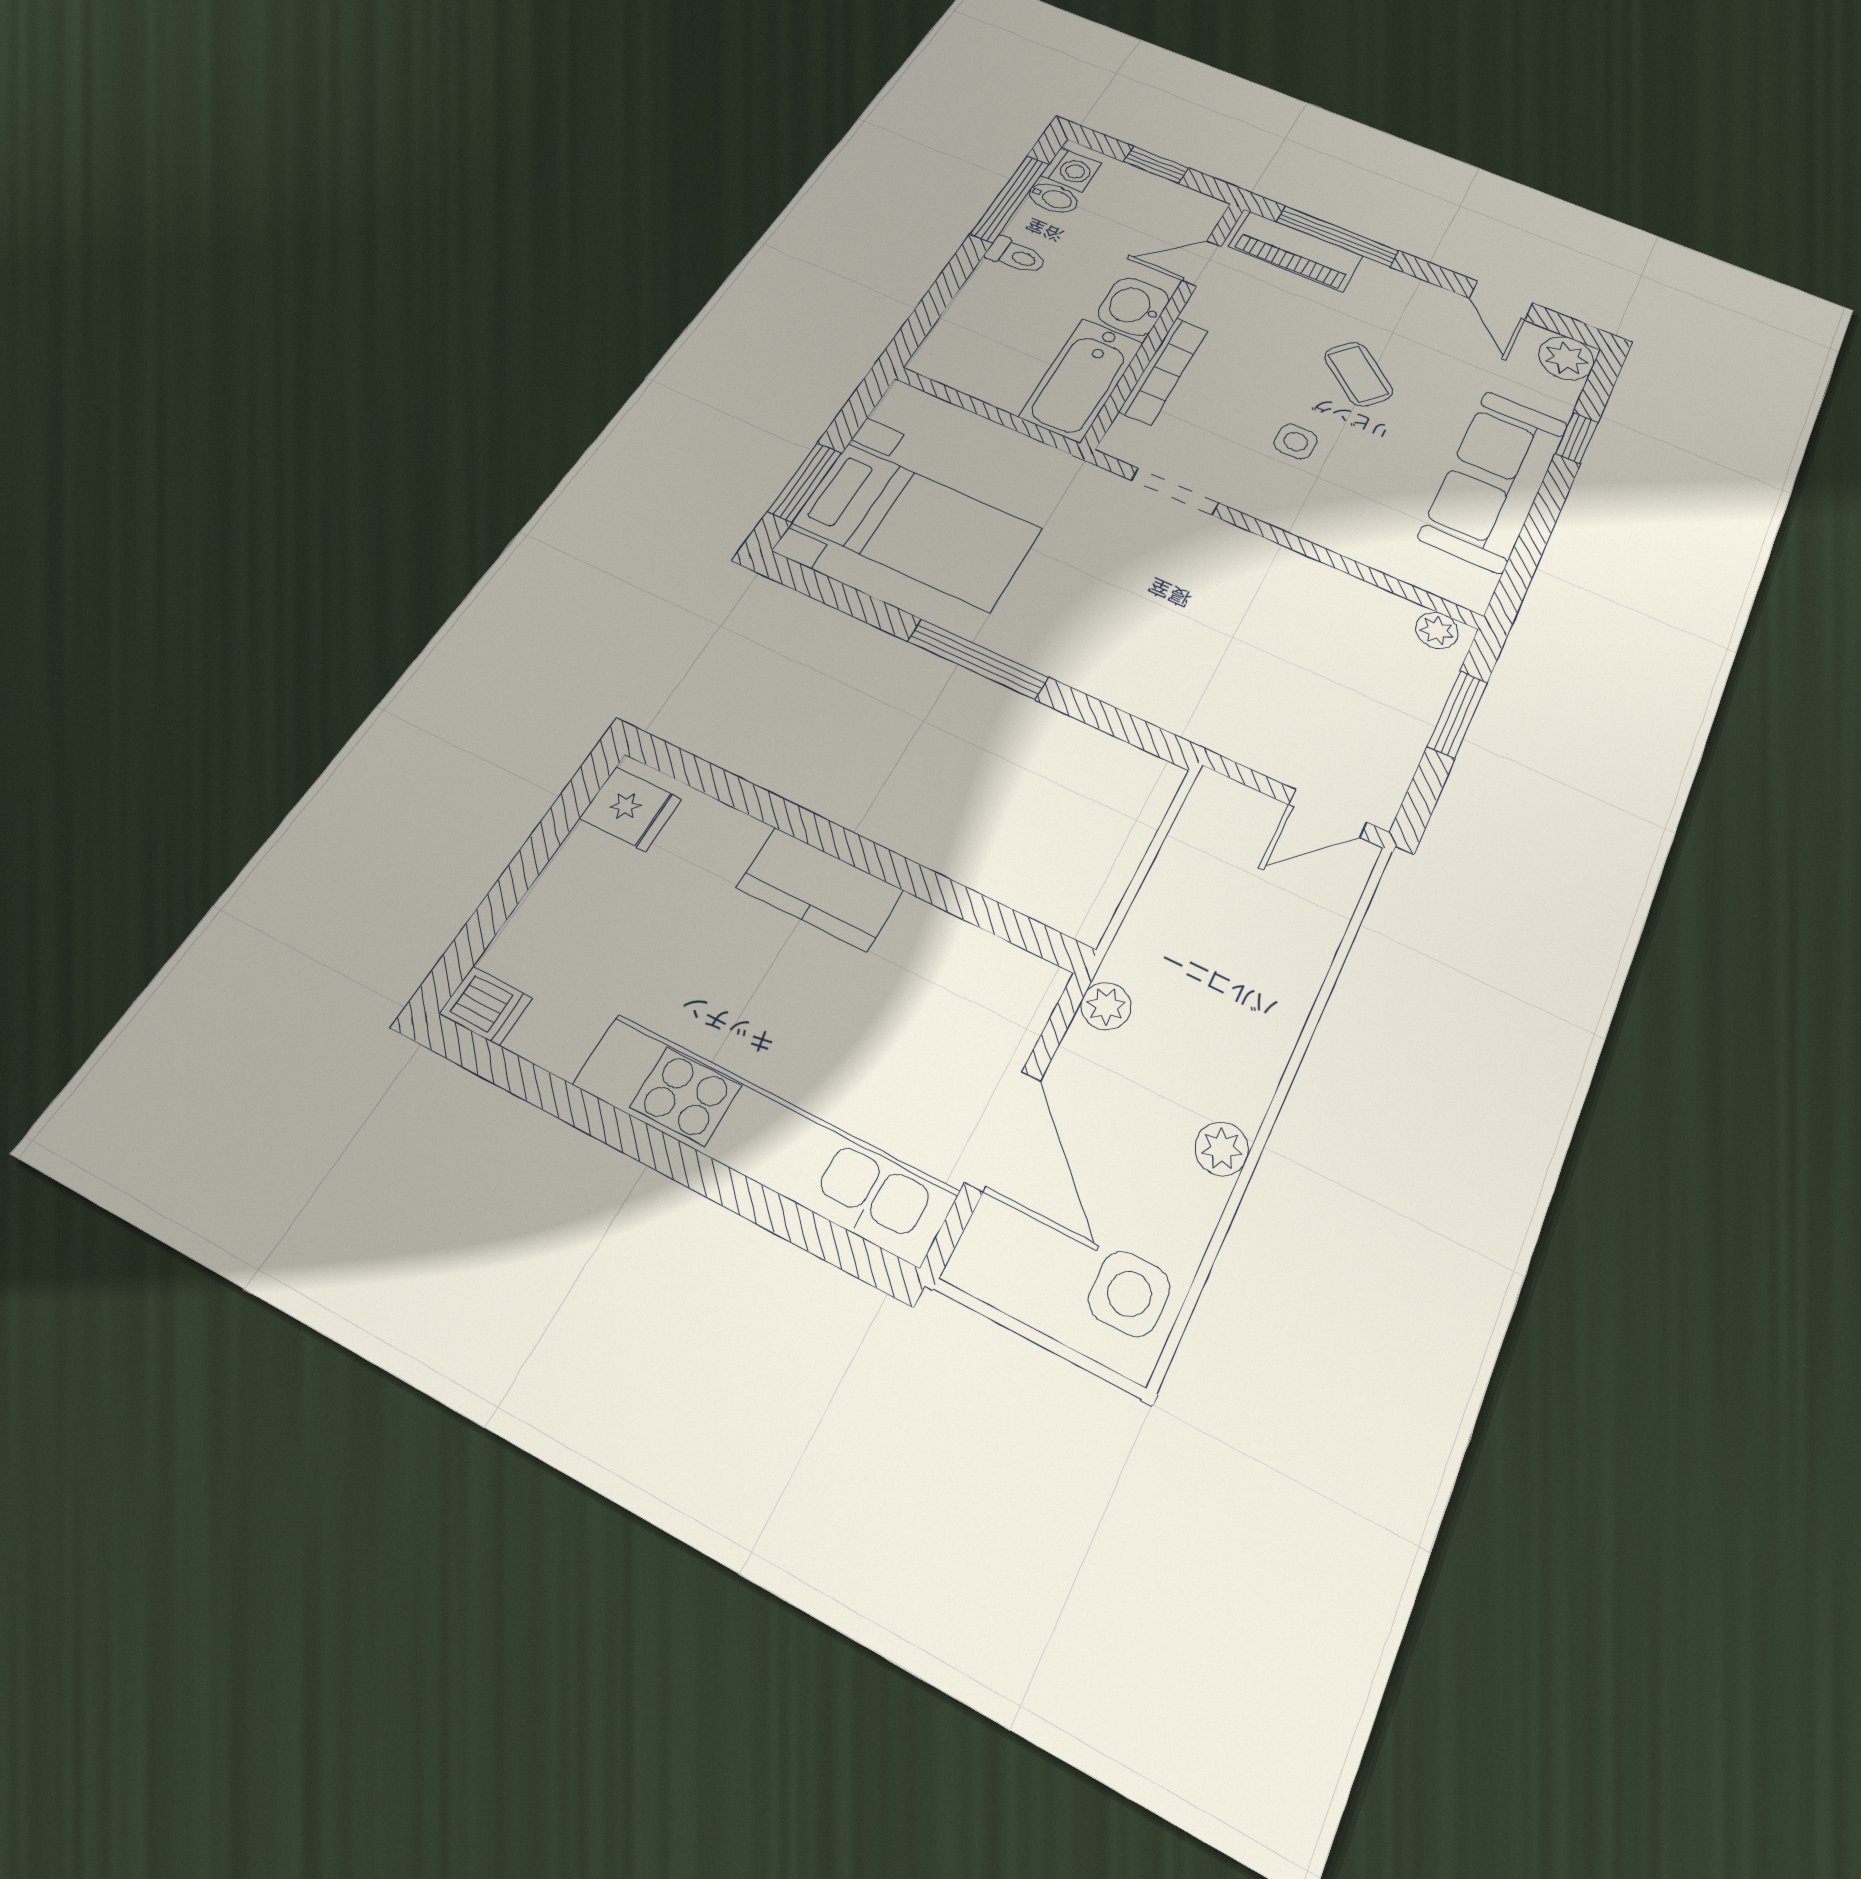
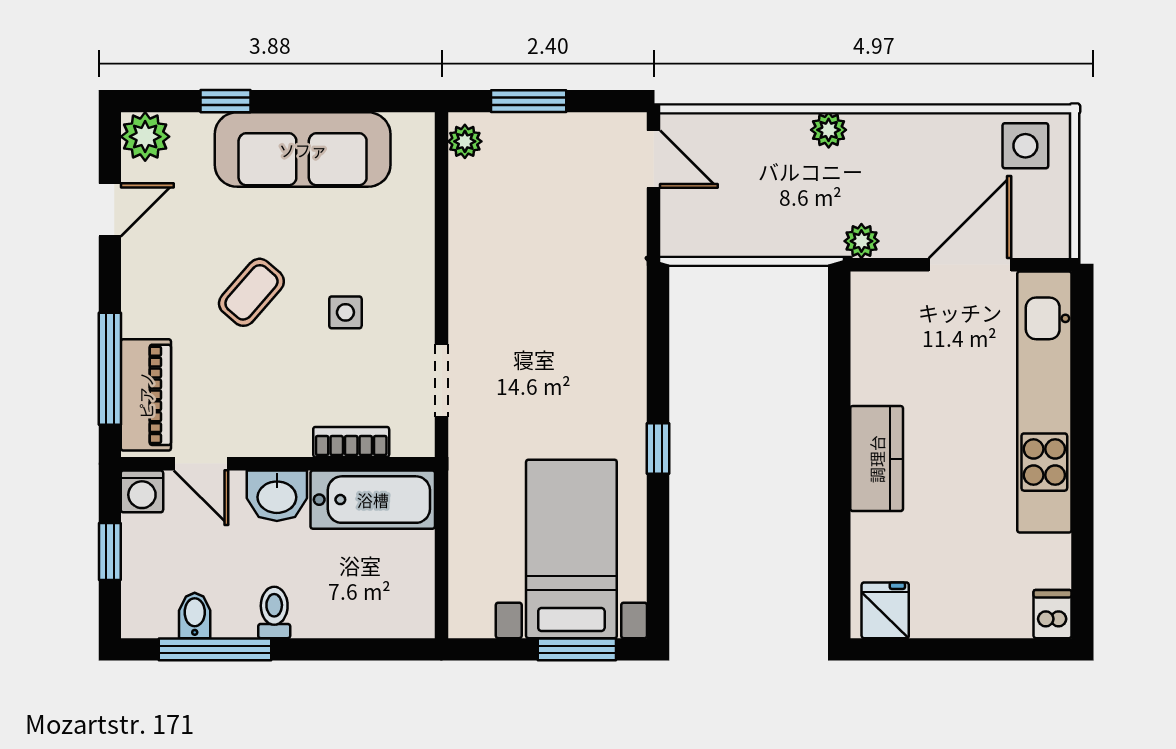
washing machine: (1071, 170) -> (142, 491), moved, turned 180
bookcase: (1164, 371) -> (351, 442), width x0.64
window: (978, 659) -> (658, 449), width x0.46
plant: (1222, 1149) -> (829, 130), moved

